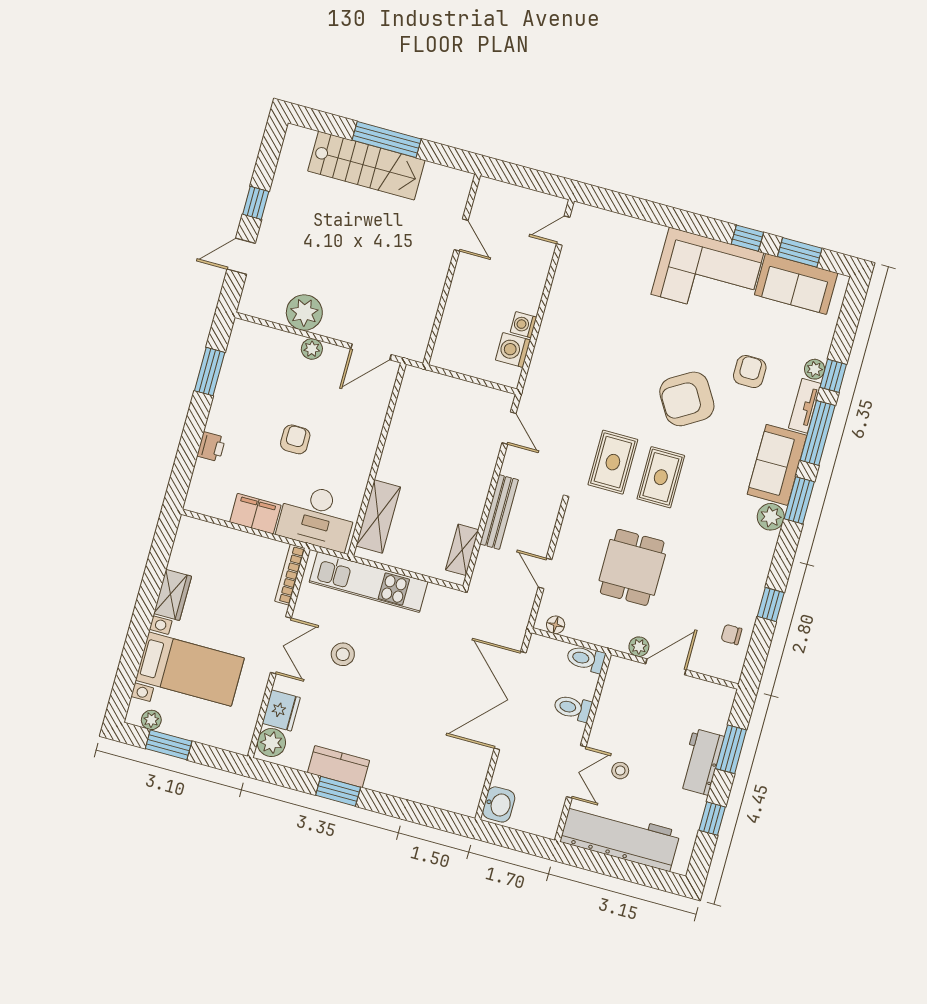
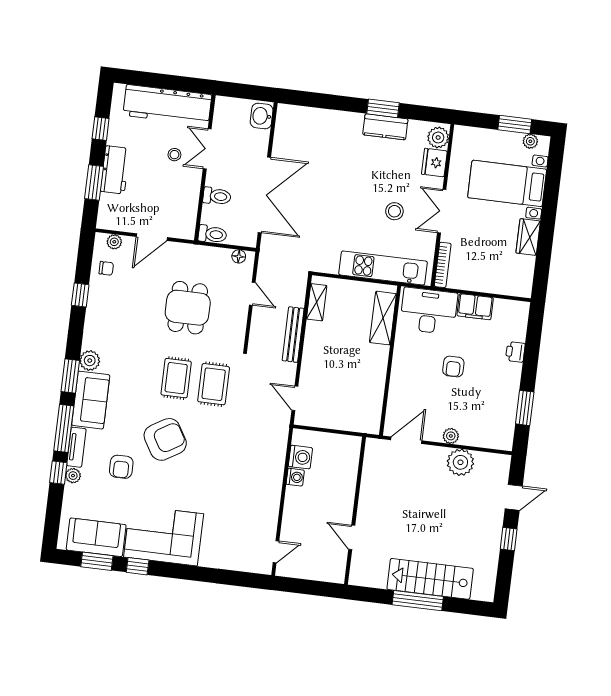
plant: (639, 647) -> (114, 242), moved

